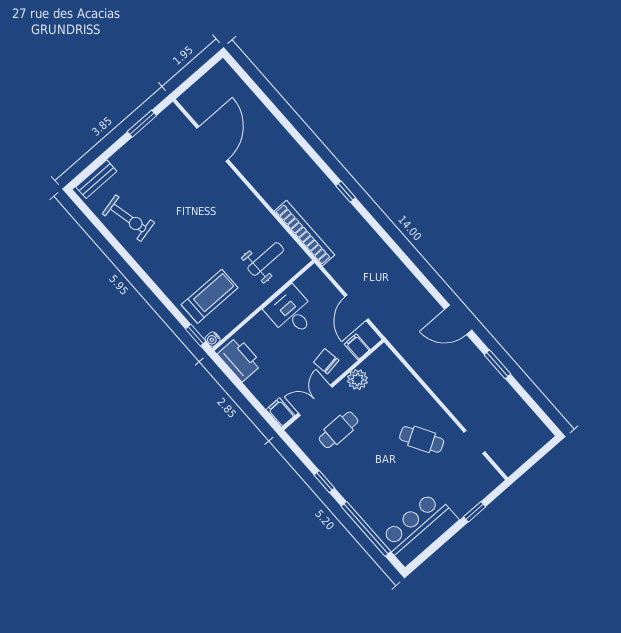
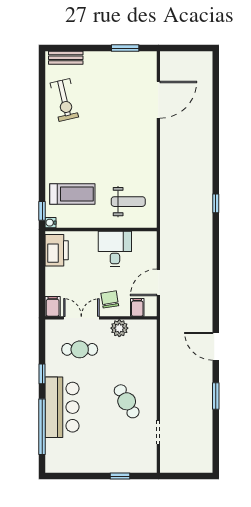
bookcase: (304, 233) -> (167, 207), removed
bar counter: (419, 529) -> (62, 407), moved, turned 90

